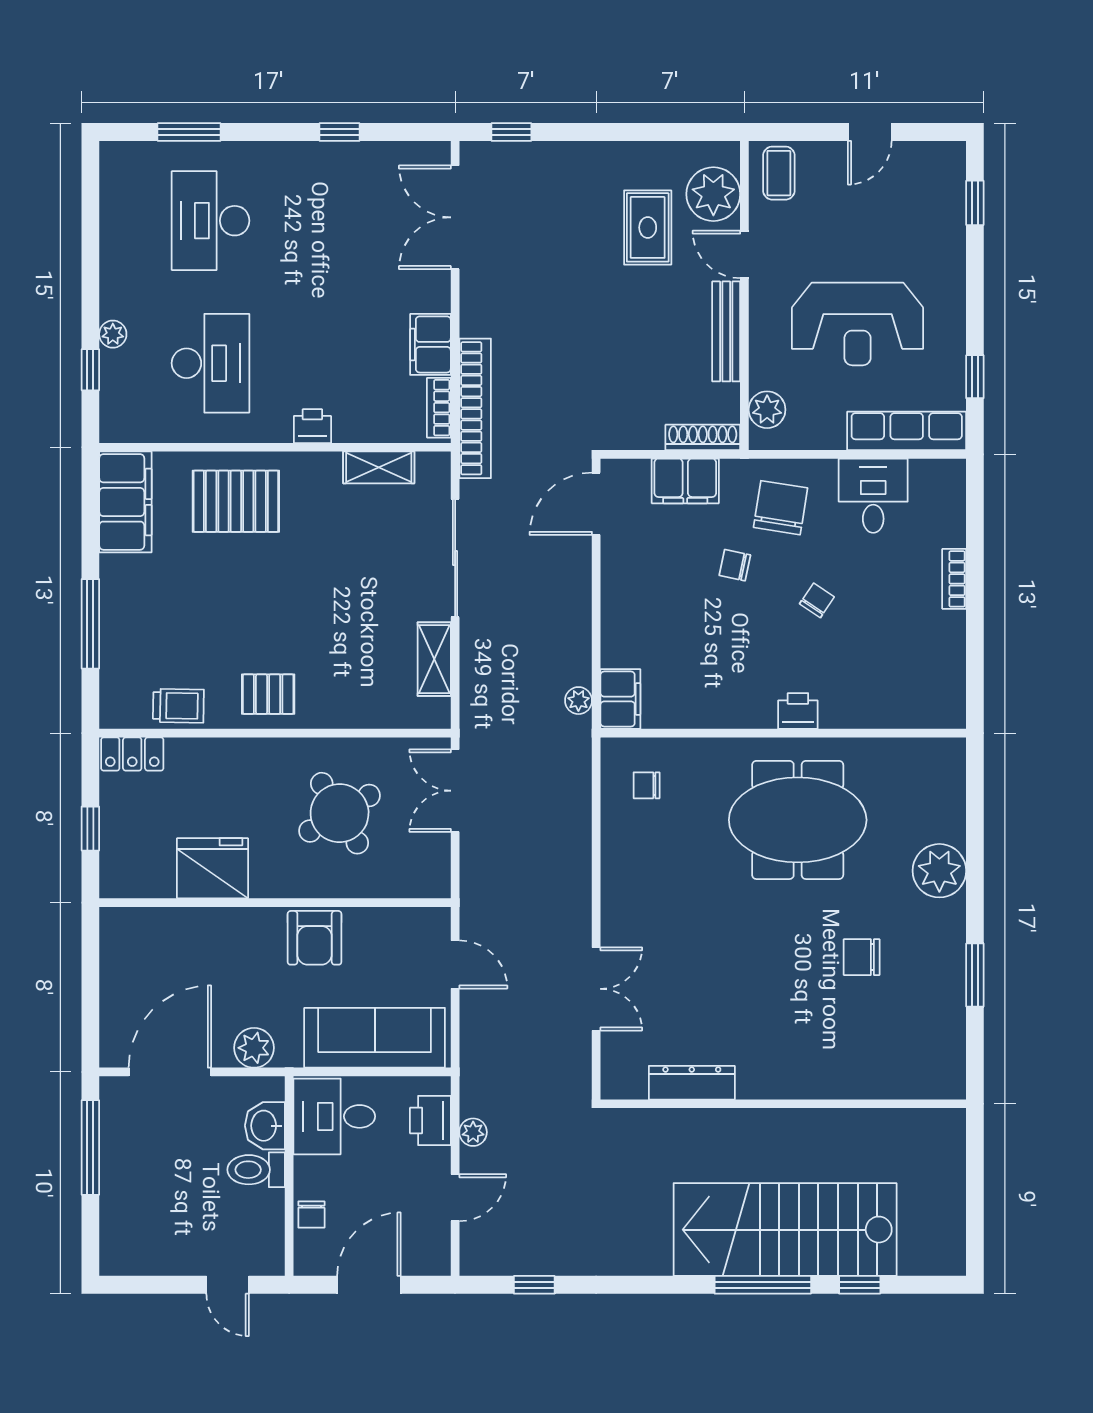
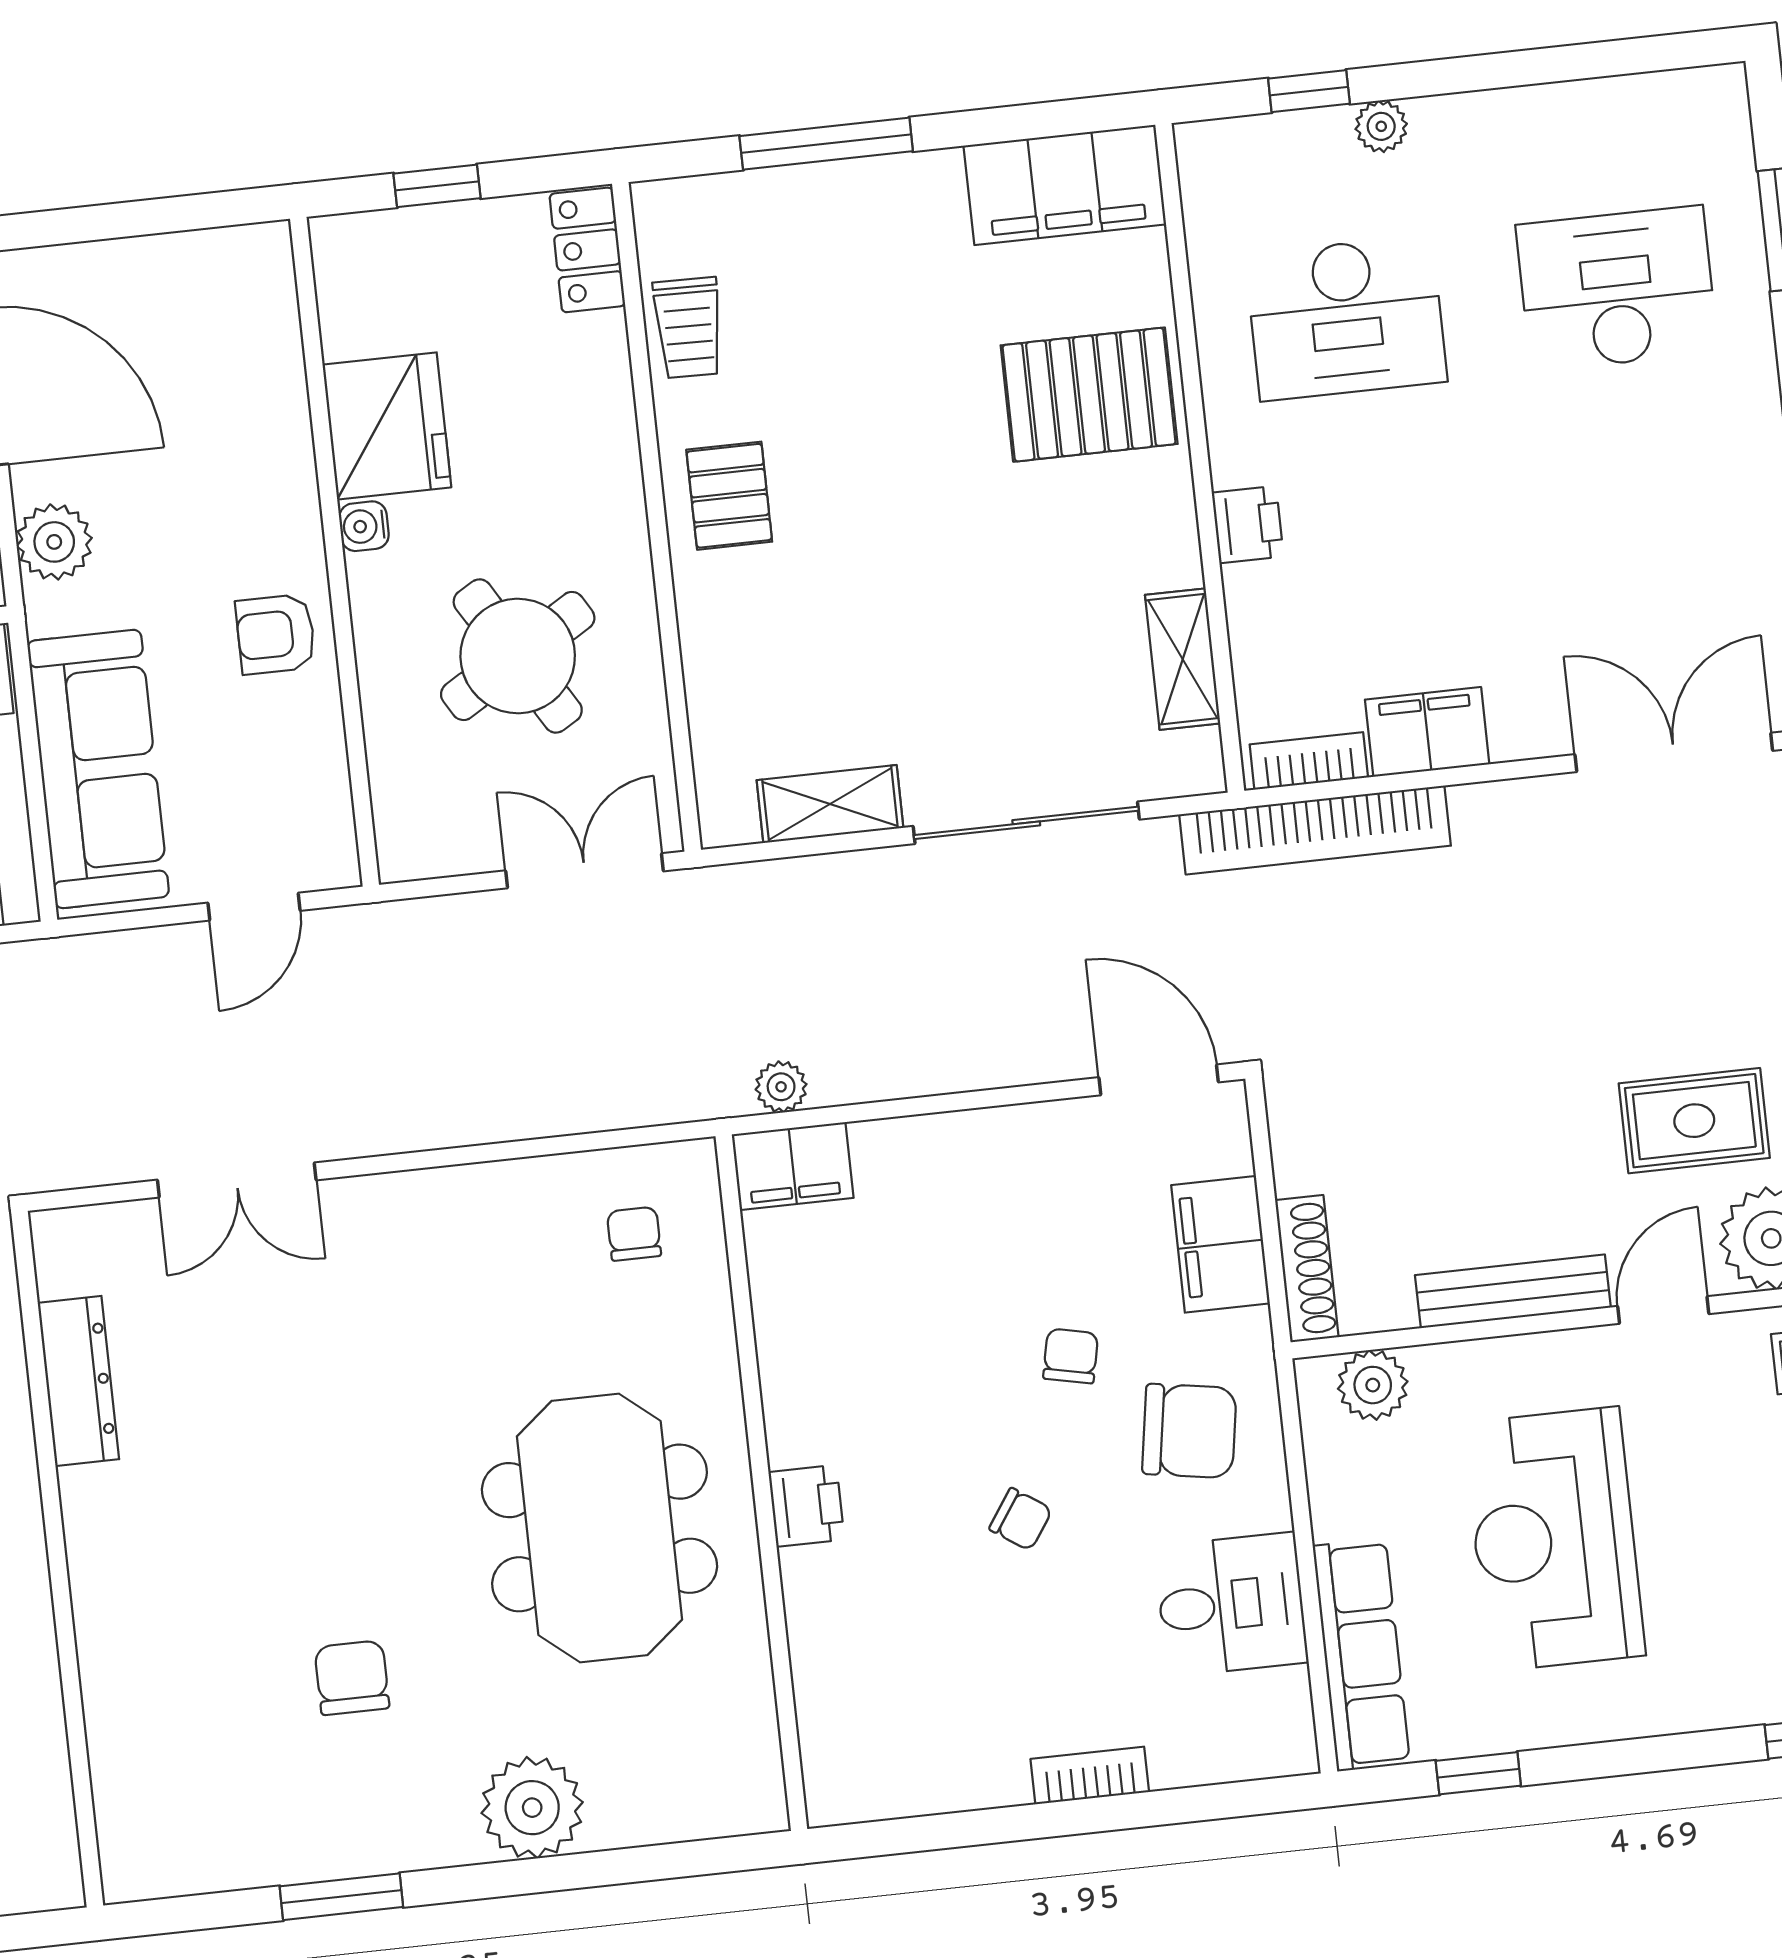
pallet: (236, 501) -> (1089, 395), turned 90
water cooler: (263, 886) -> (364, 526), added
armchair: (315, 938) -> (276, 634), width x0.72, depth x0.72

